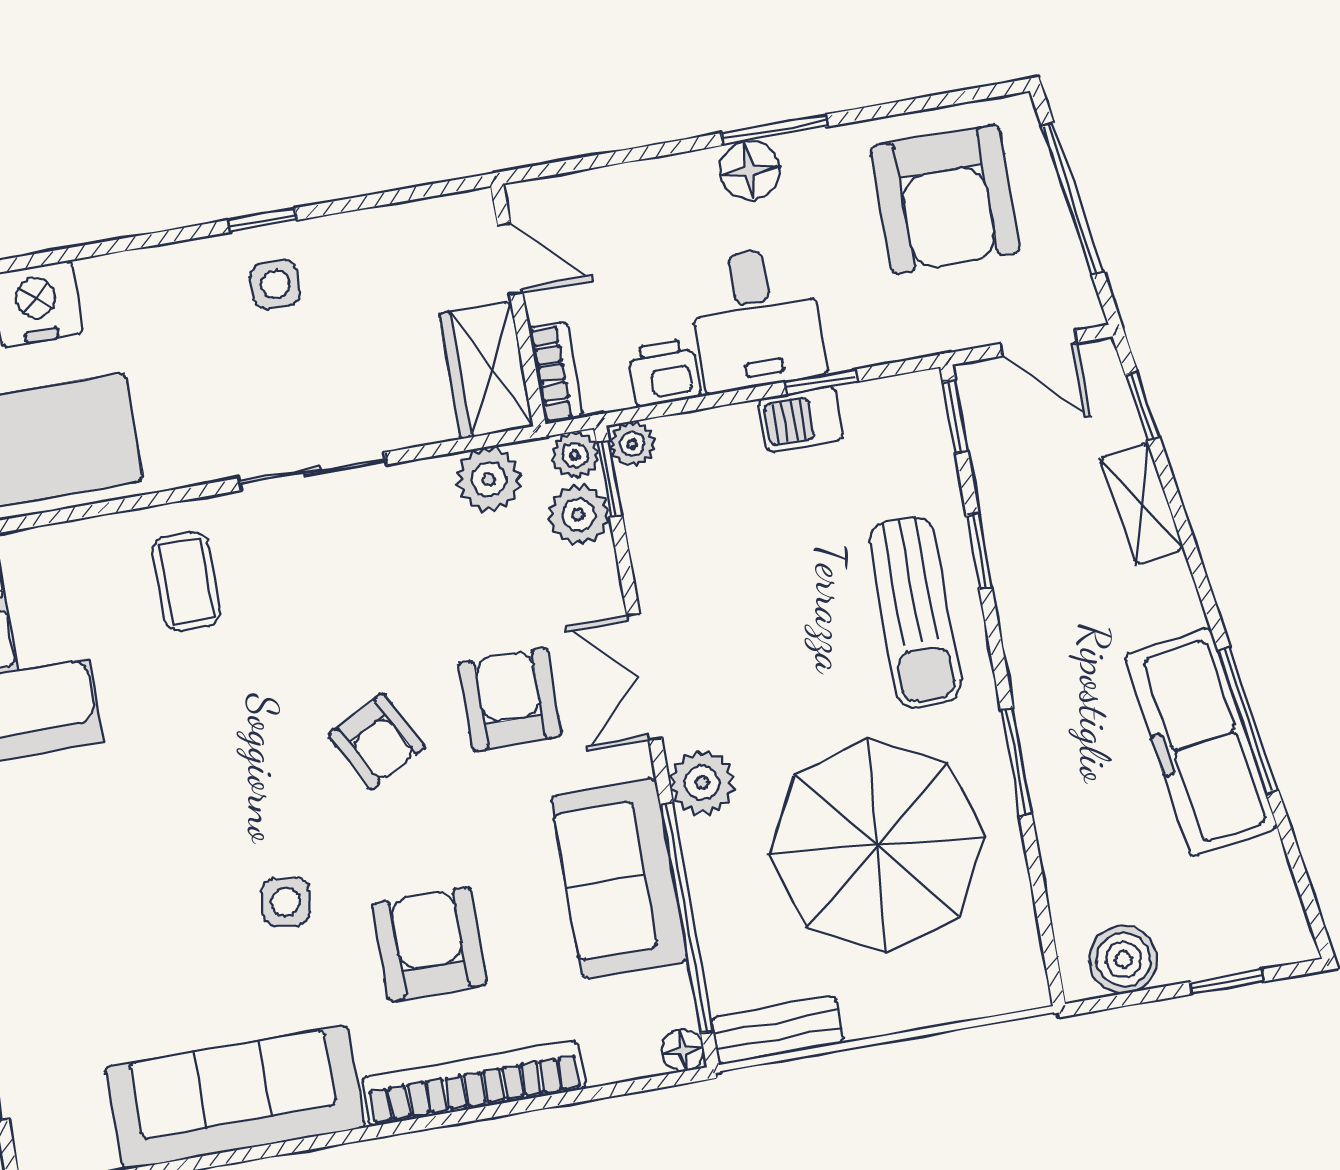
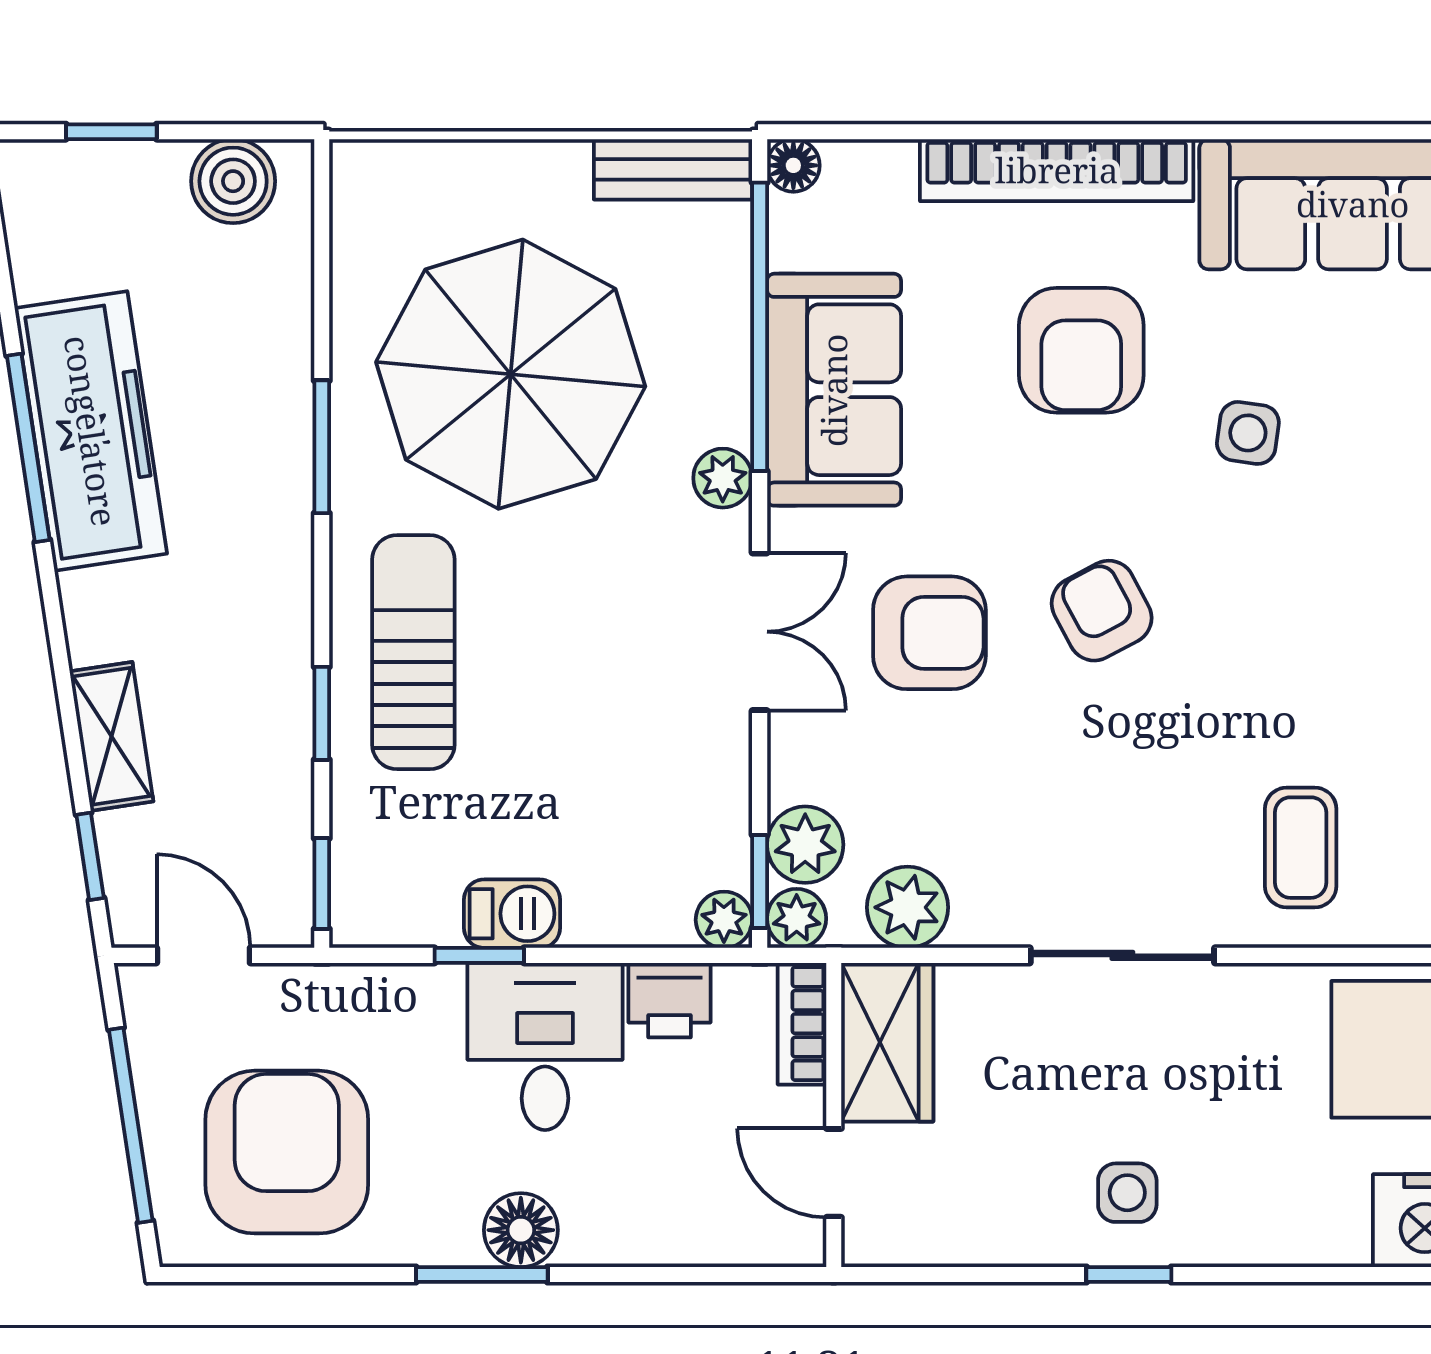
armchair: (510, 700) -> (929, 633), turned -90
plant: (702, 783) -> (723, 478), width x0.73, depth x0.73

